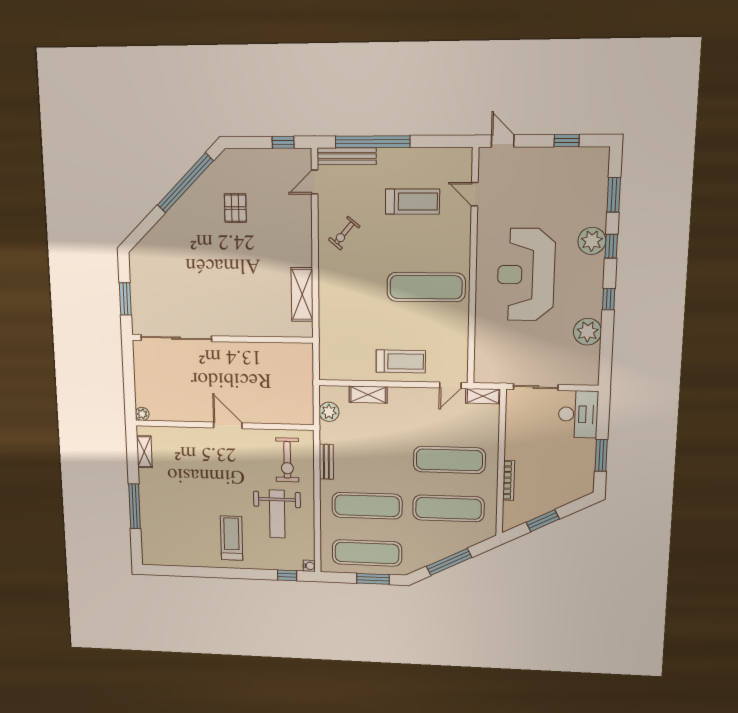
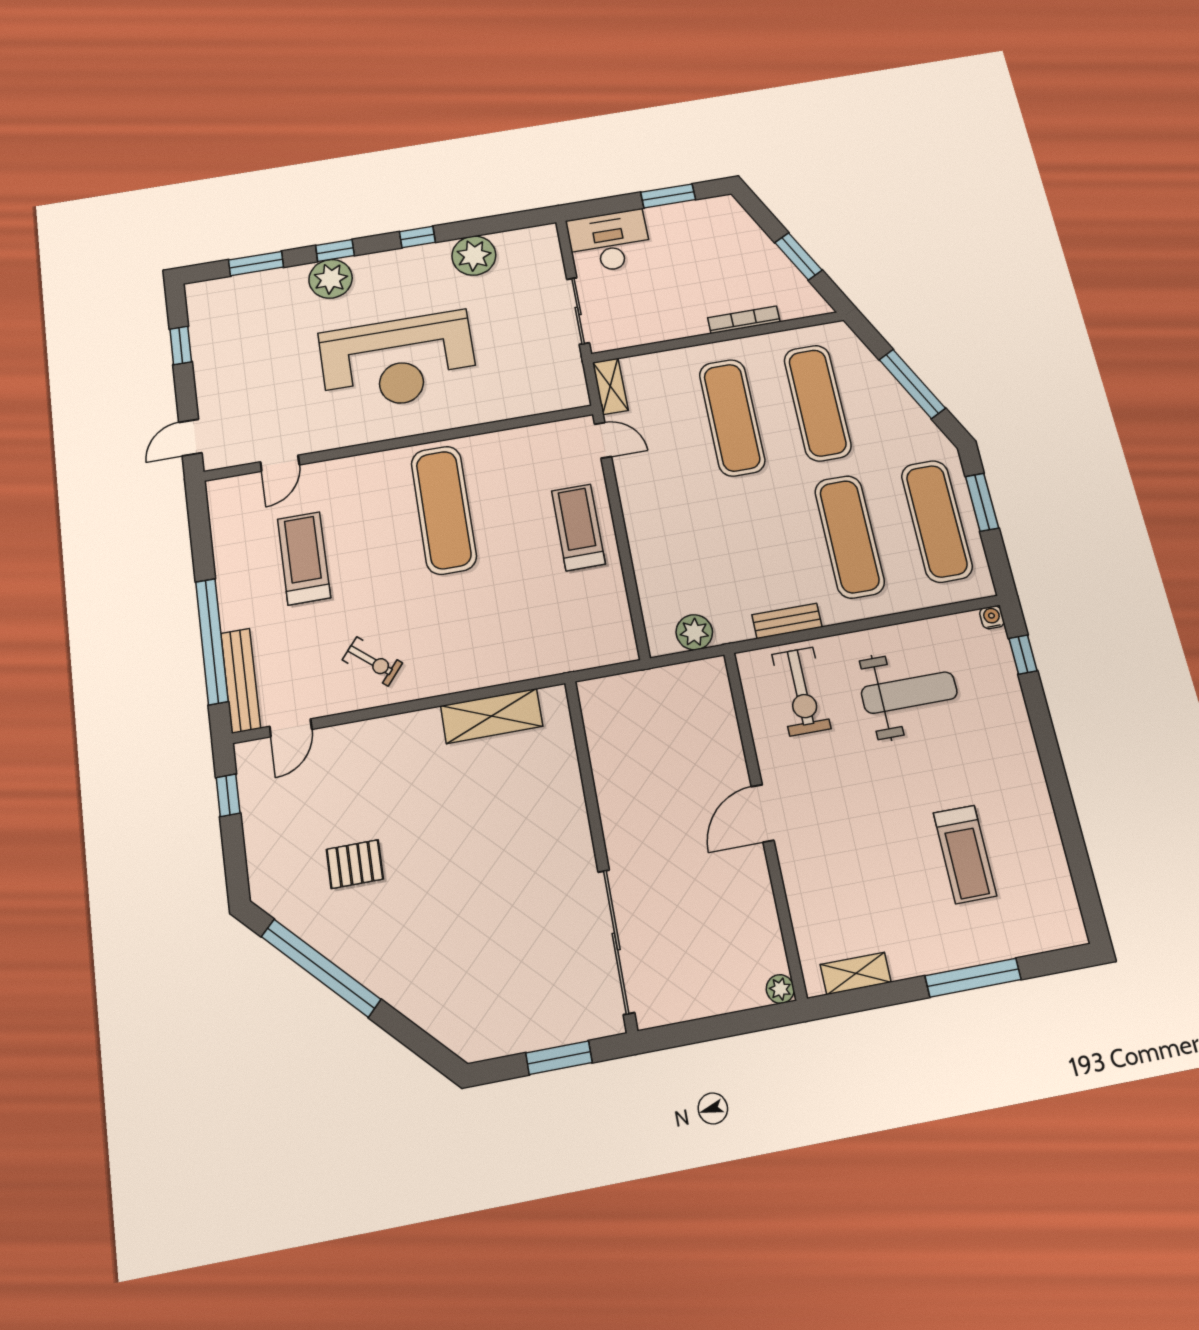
door: (315, 182) -> (291, 728), hinge flipped
shelving: (368, 395) -> (648, 571), removed
exercise bike: (287, 460) -> (801, 691), turned 90
treadmill: (231, 538) -> (965, 854), moved, turned -90

